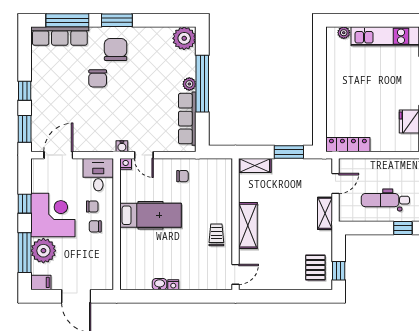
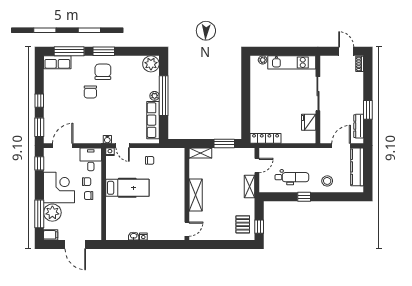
row of seats: (60, 36) -> (57, 62), width x0.68
dental chair: (385, 200) -> (292, 177), turned 180
window: (25, 204) -> (39, 163), moved
trolley: (216, 235) -> (174, 202), removed

